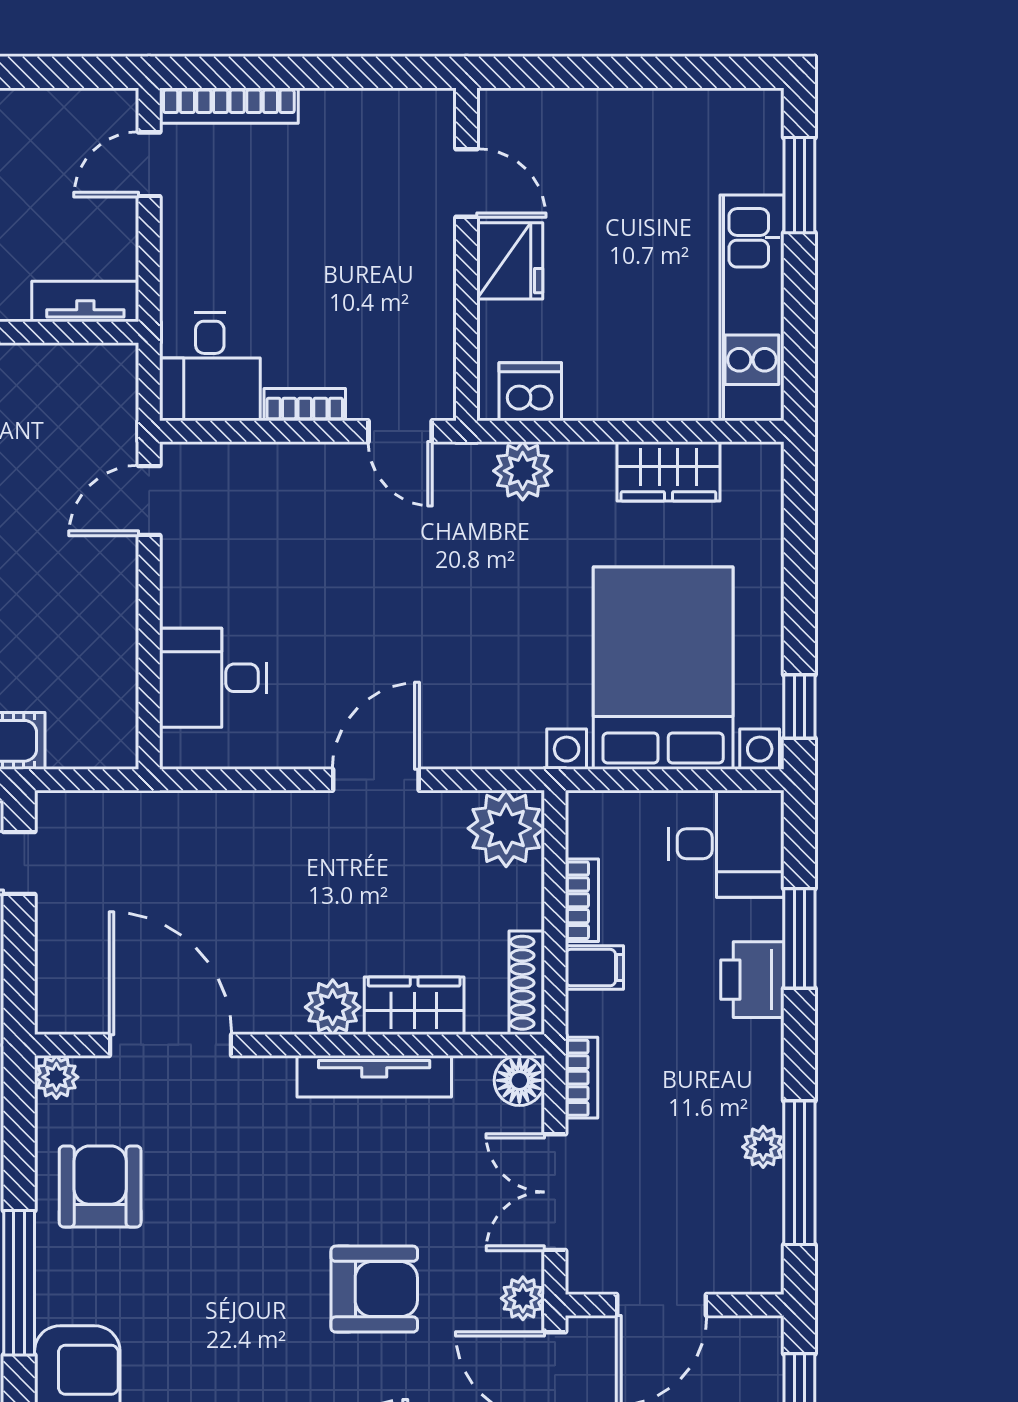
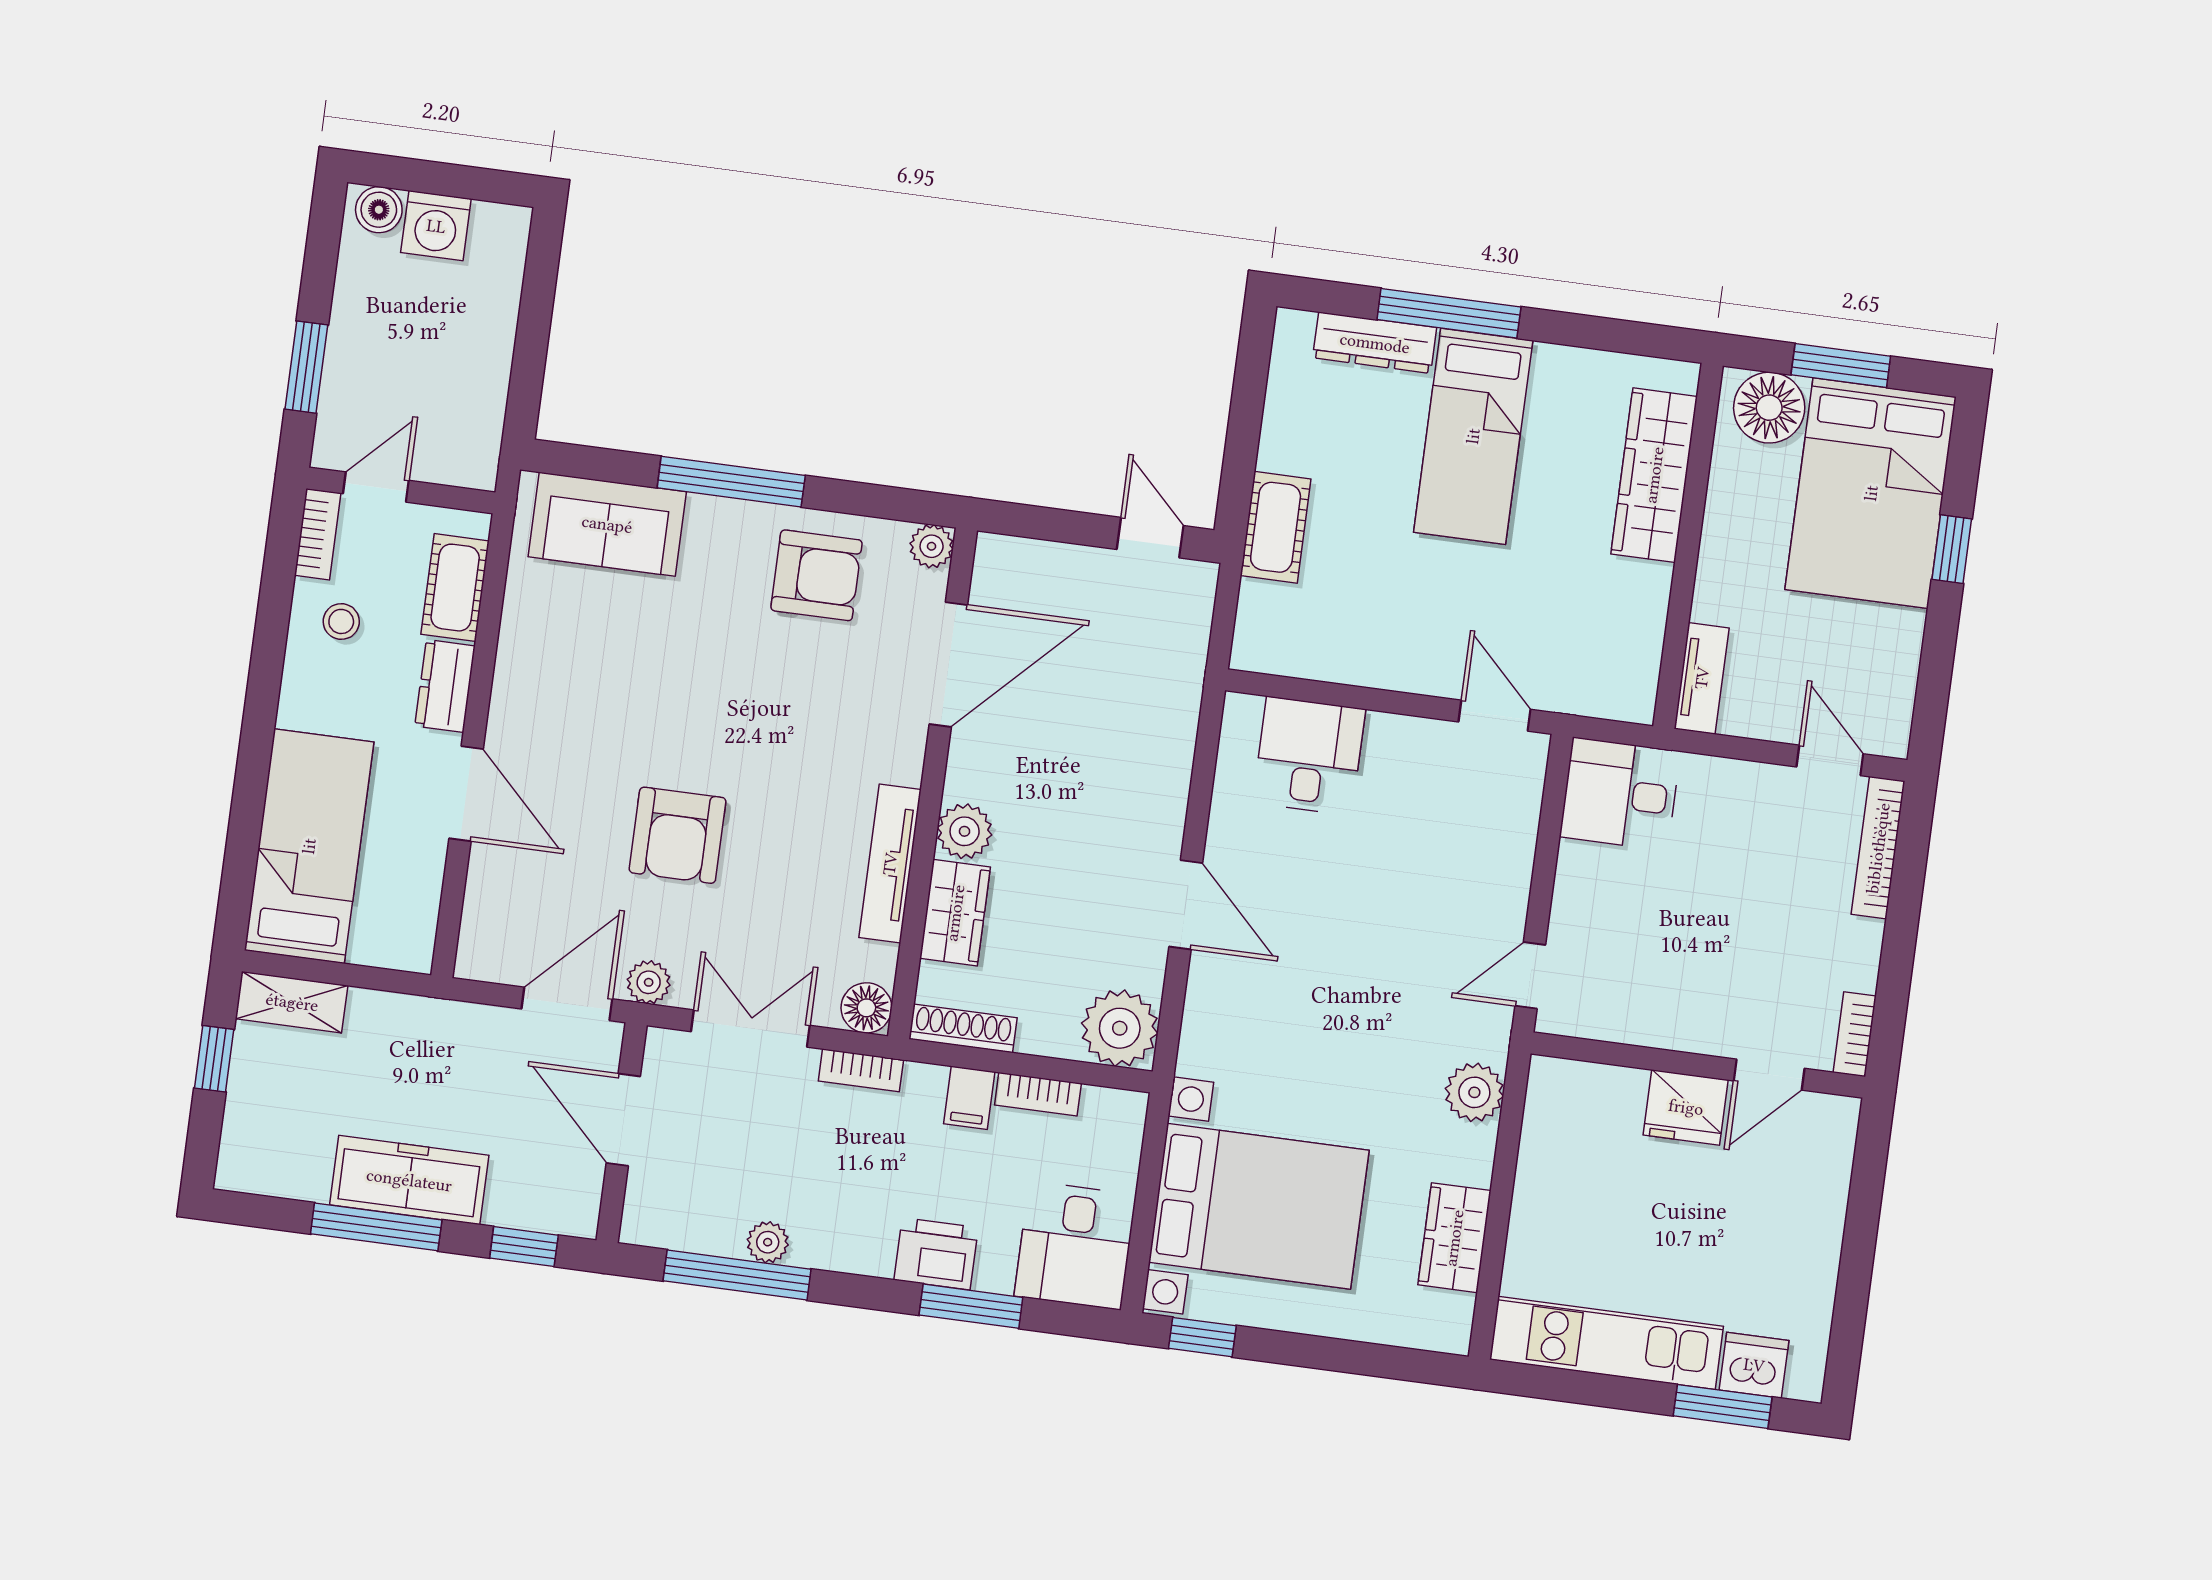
dishwasher: (530, 392) -> (1754, 1365), moved, turned -90
bookcase: (305, 405) -> (1855, 1034), moved, turned 180

